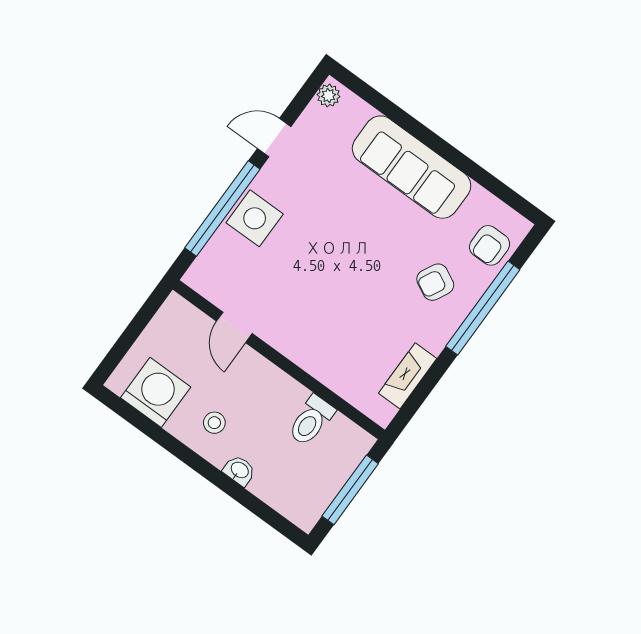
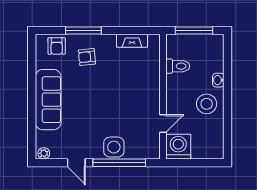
armchair: (490, 245) -> (57, 46), turned 90
armchair: (435, 282) -> (87, 57), turned 147
window: (483, 308) -> (83, 31), width x0.68
washing machine: (156, 392) -> (178, 147), moved, turned 90
stool: (214, 423) -> (207, 104), width x1.89, depth x1.89

